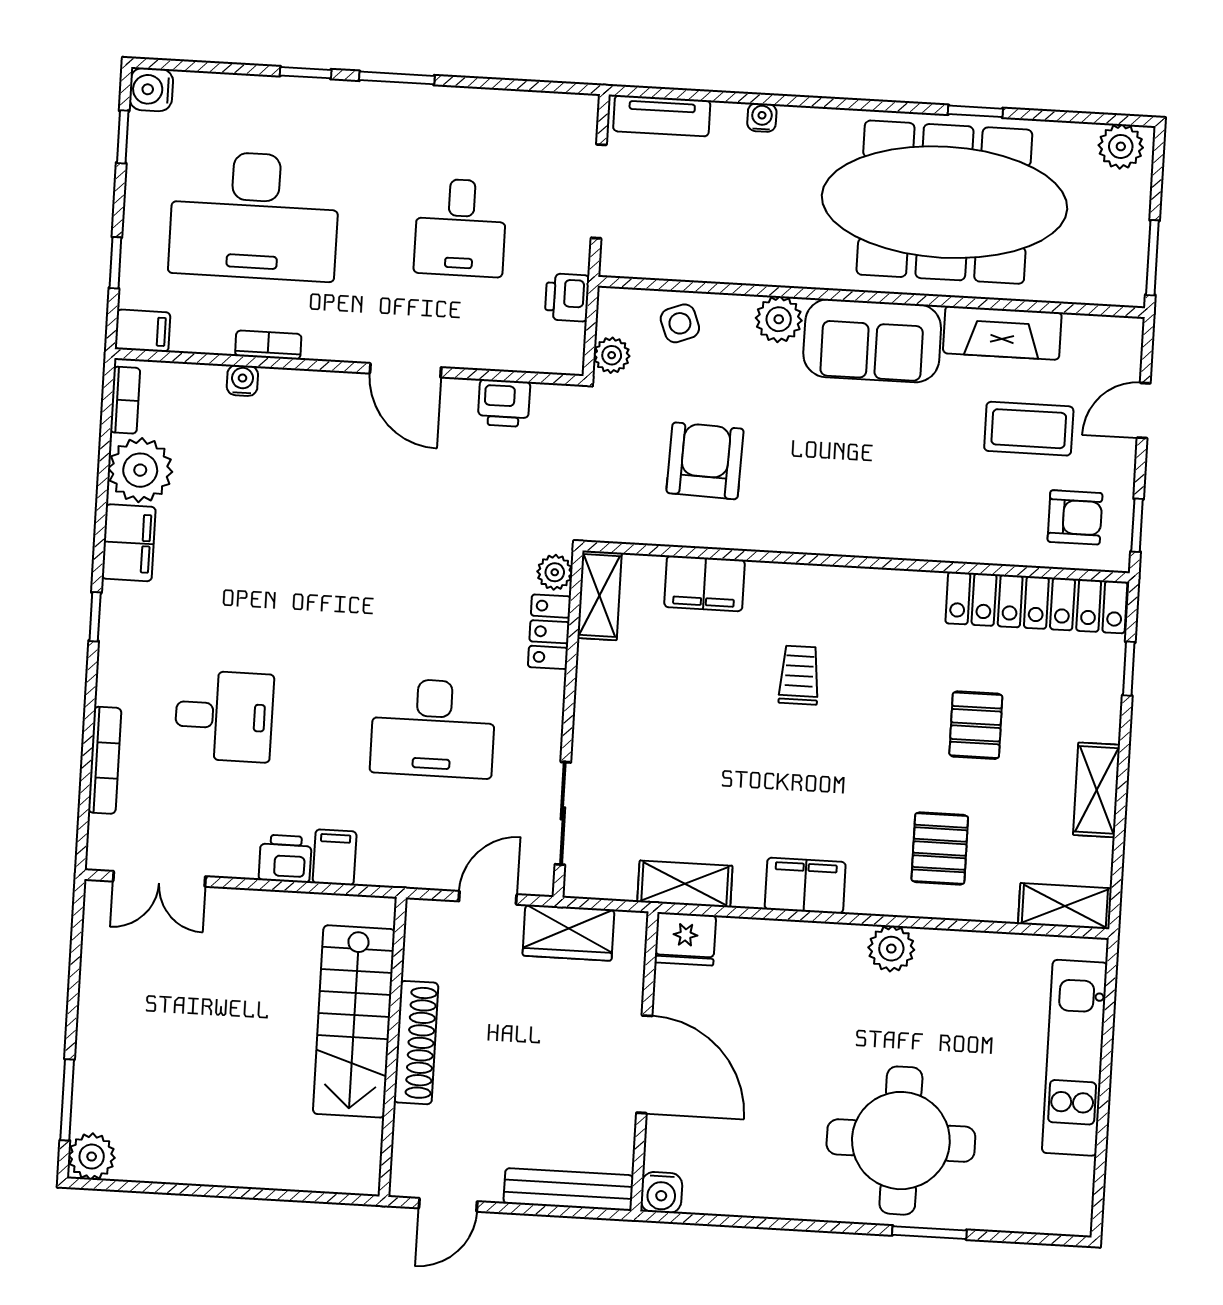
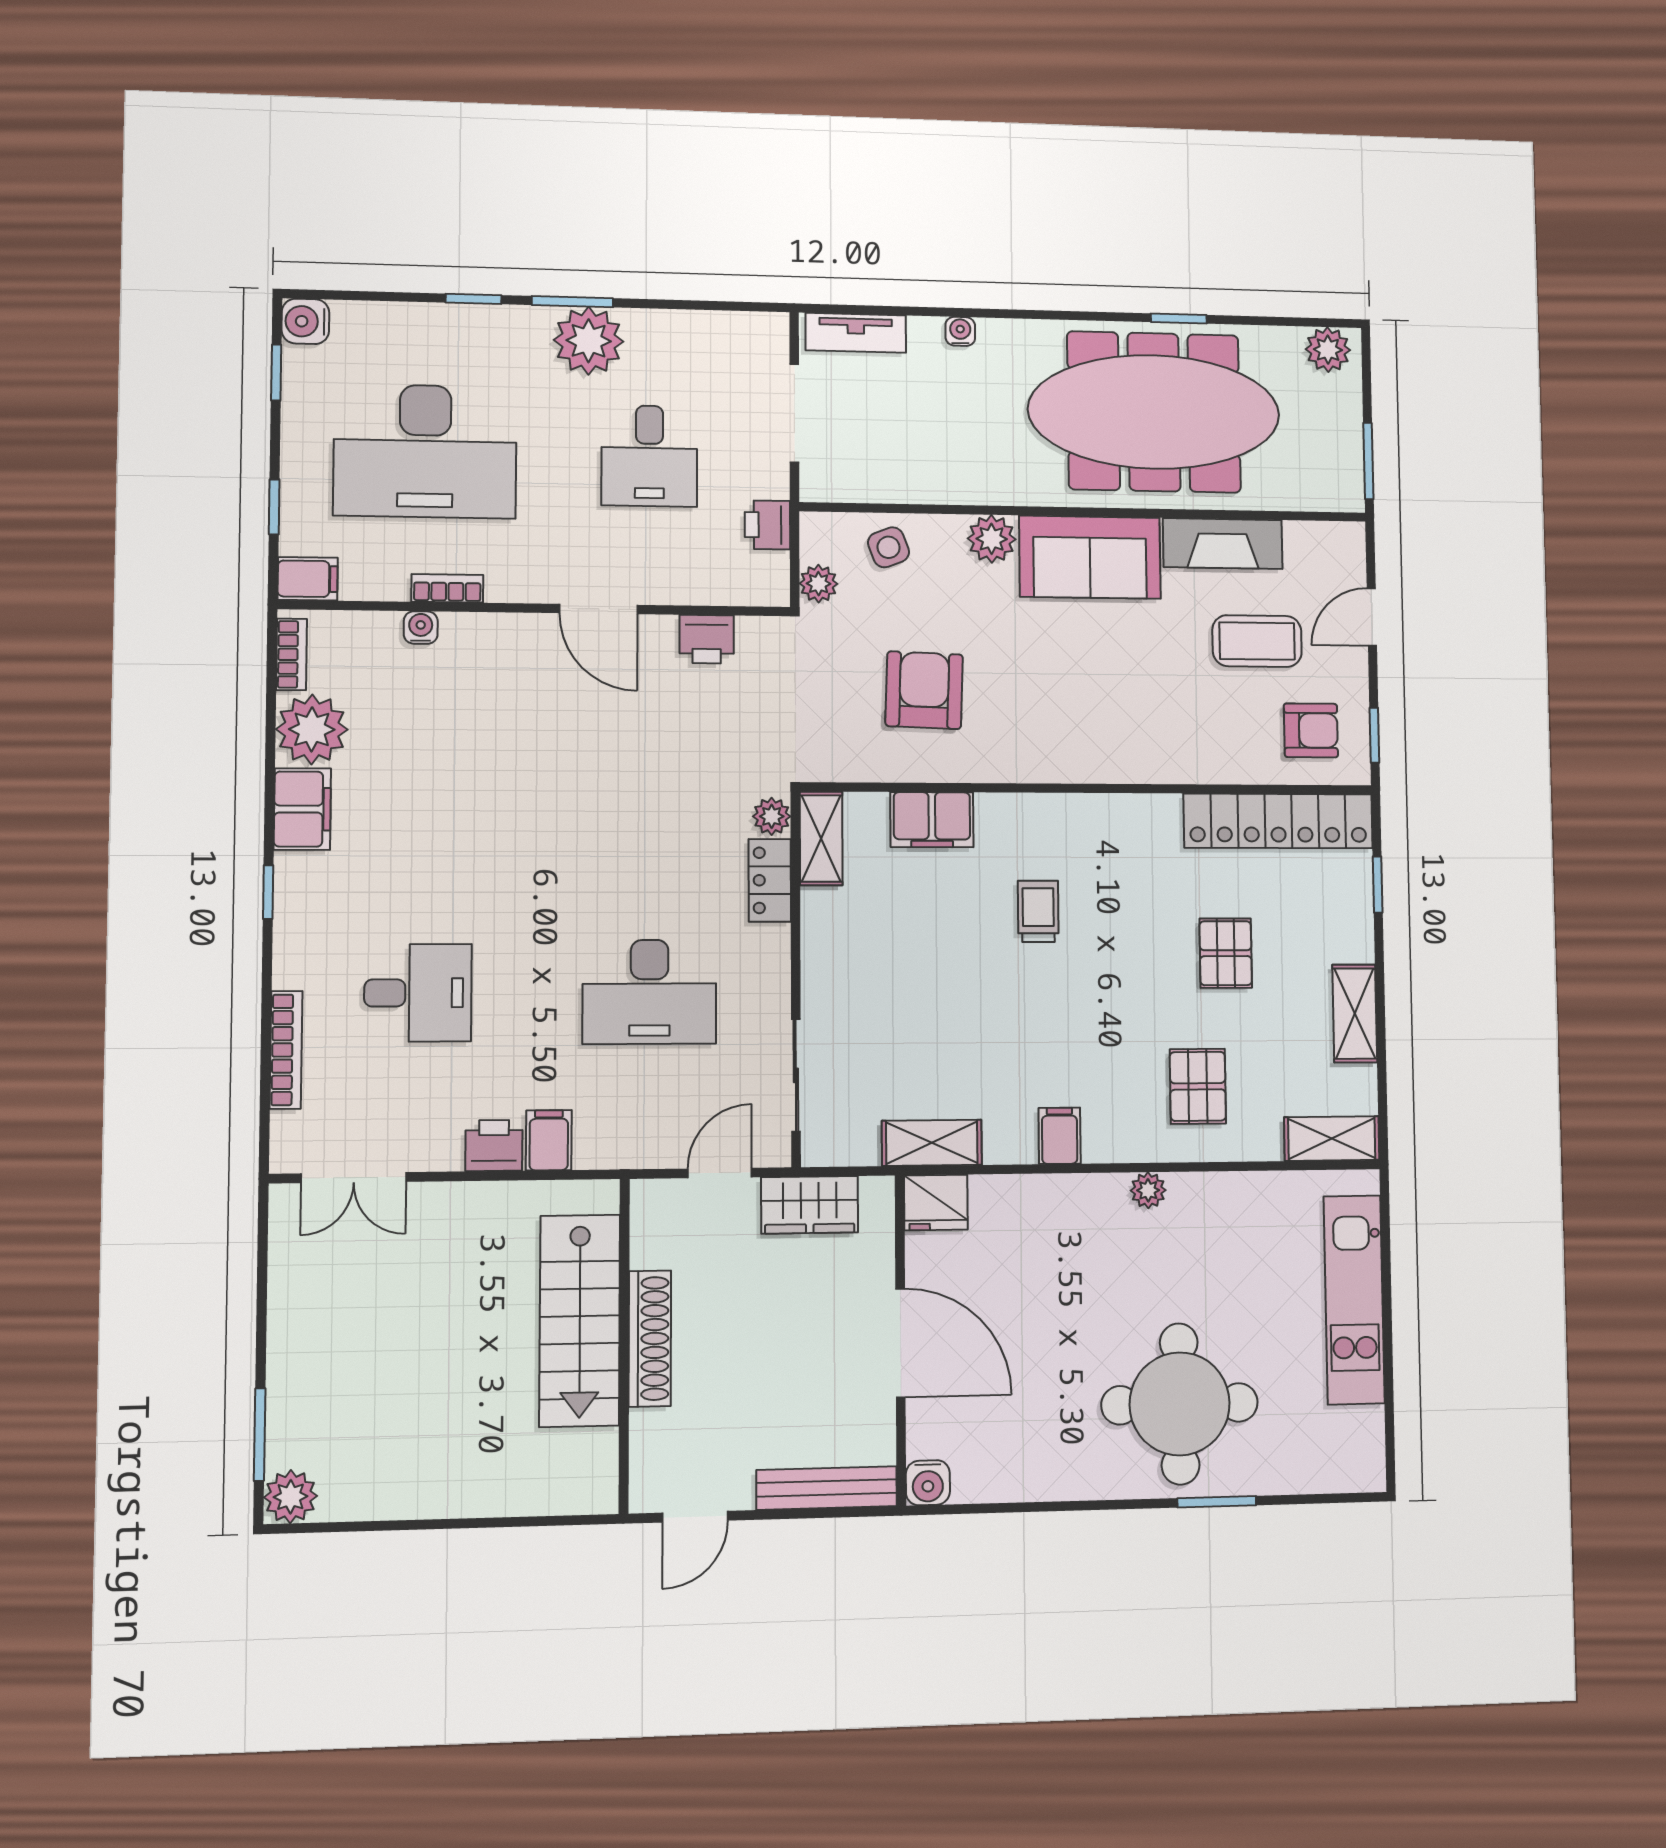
plant: (410, 116) -> (589, 341), added
filing cabinet: (805, 886) -> (1060, 1136), width x0.50
plant: (891, 949) -> (1148, 1190), width x0.73, depth x0.73

